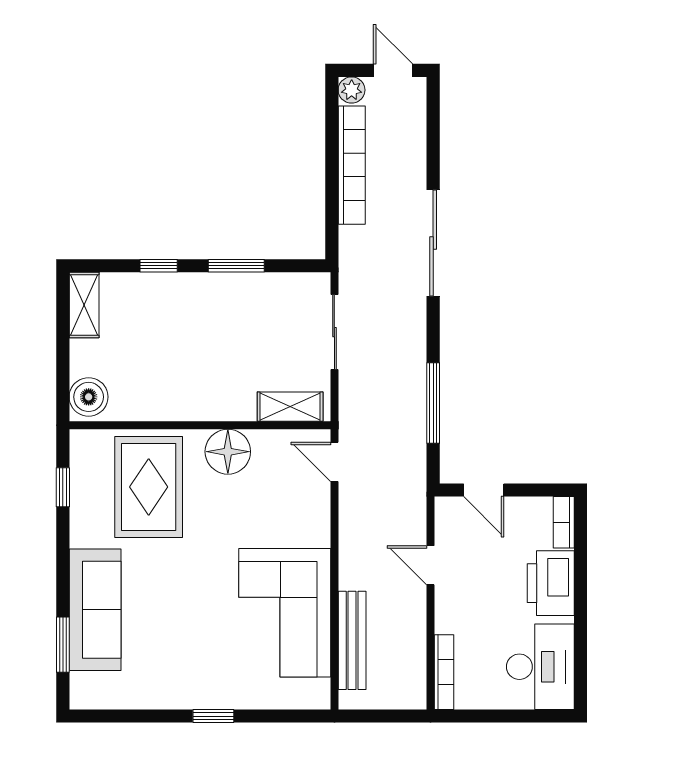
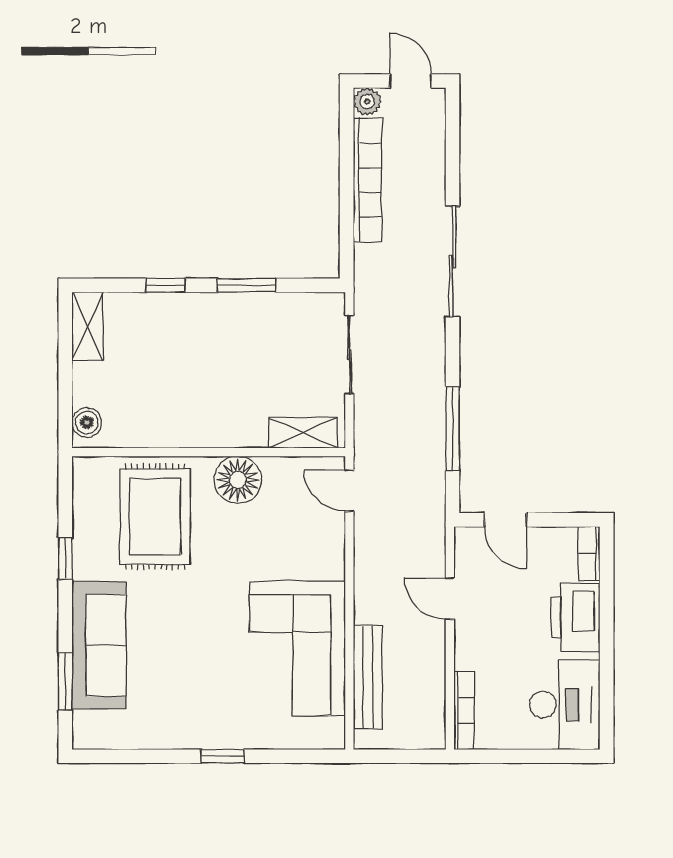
boiler: (89, 397) -> (87, 423), width x0.73, depth x0.73
window: (63, 487) -> (65, 558), moved

